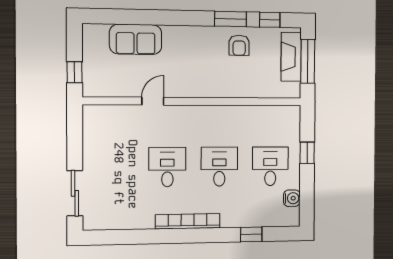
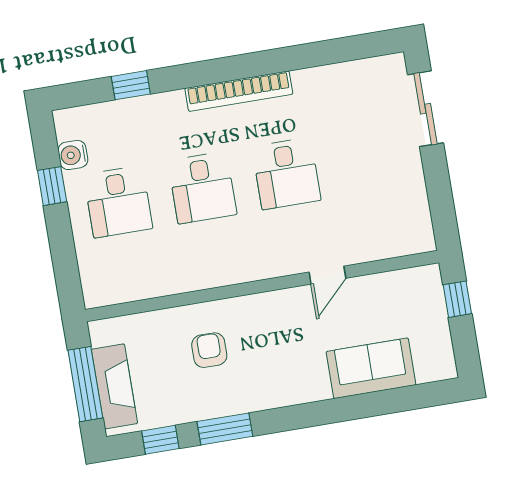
armchair: (239, 45) -> (209, 350), moved
window: (307, 153) -> (52, 186), moved

